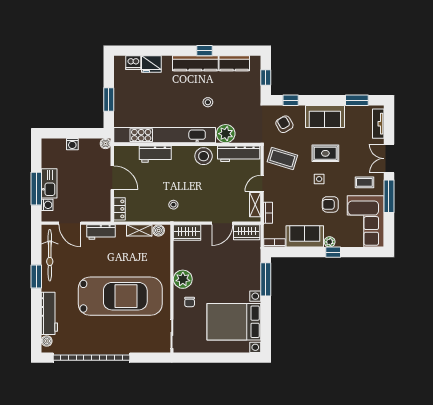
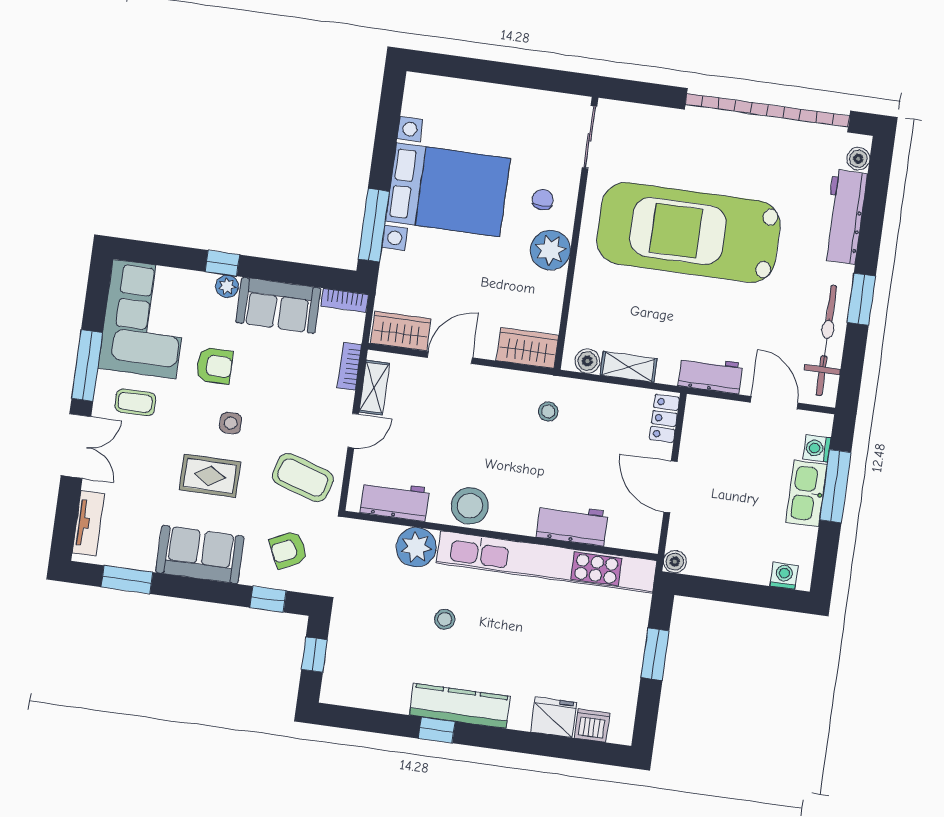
kitchen counter: (234, 63) -> (377, 694), removed
armchair: (284, 124) -> (288, 550), turned 94
washing machine: (72, 144) -> (784, 576), moved
workbench: (239, 154) -> (395, 500), width x0.73
bed with nightstands: (234, 322) -> (448, 190), moved

